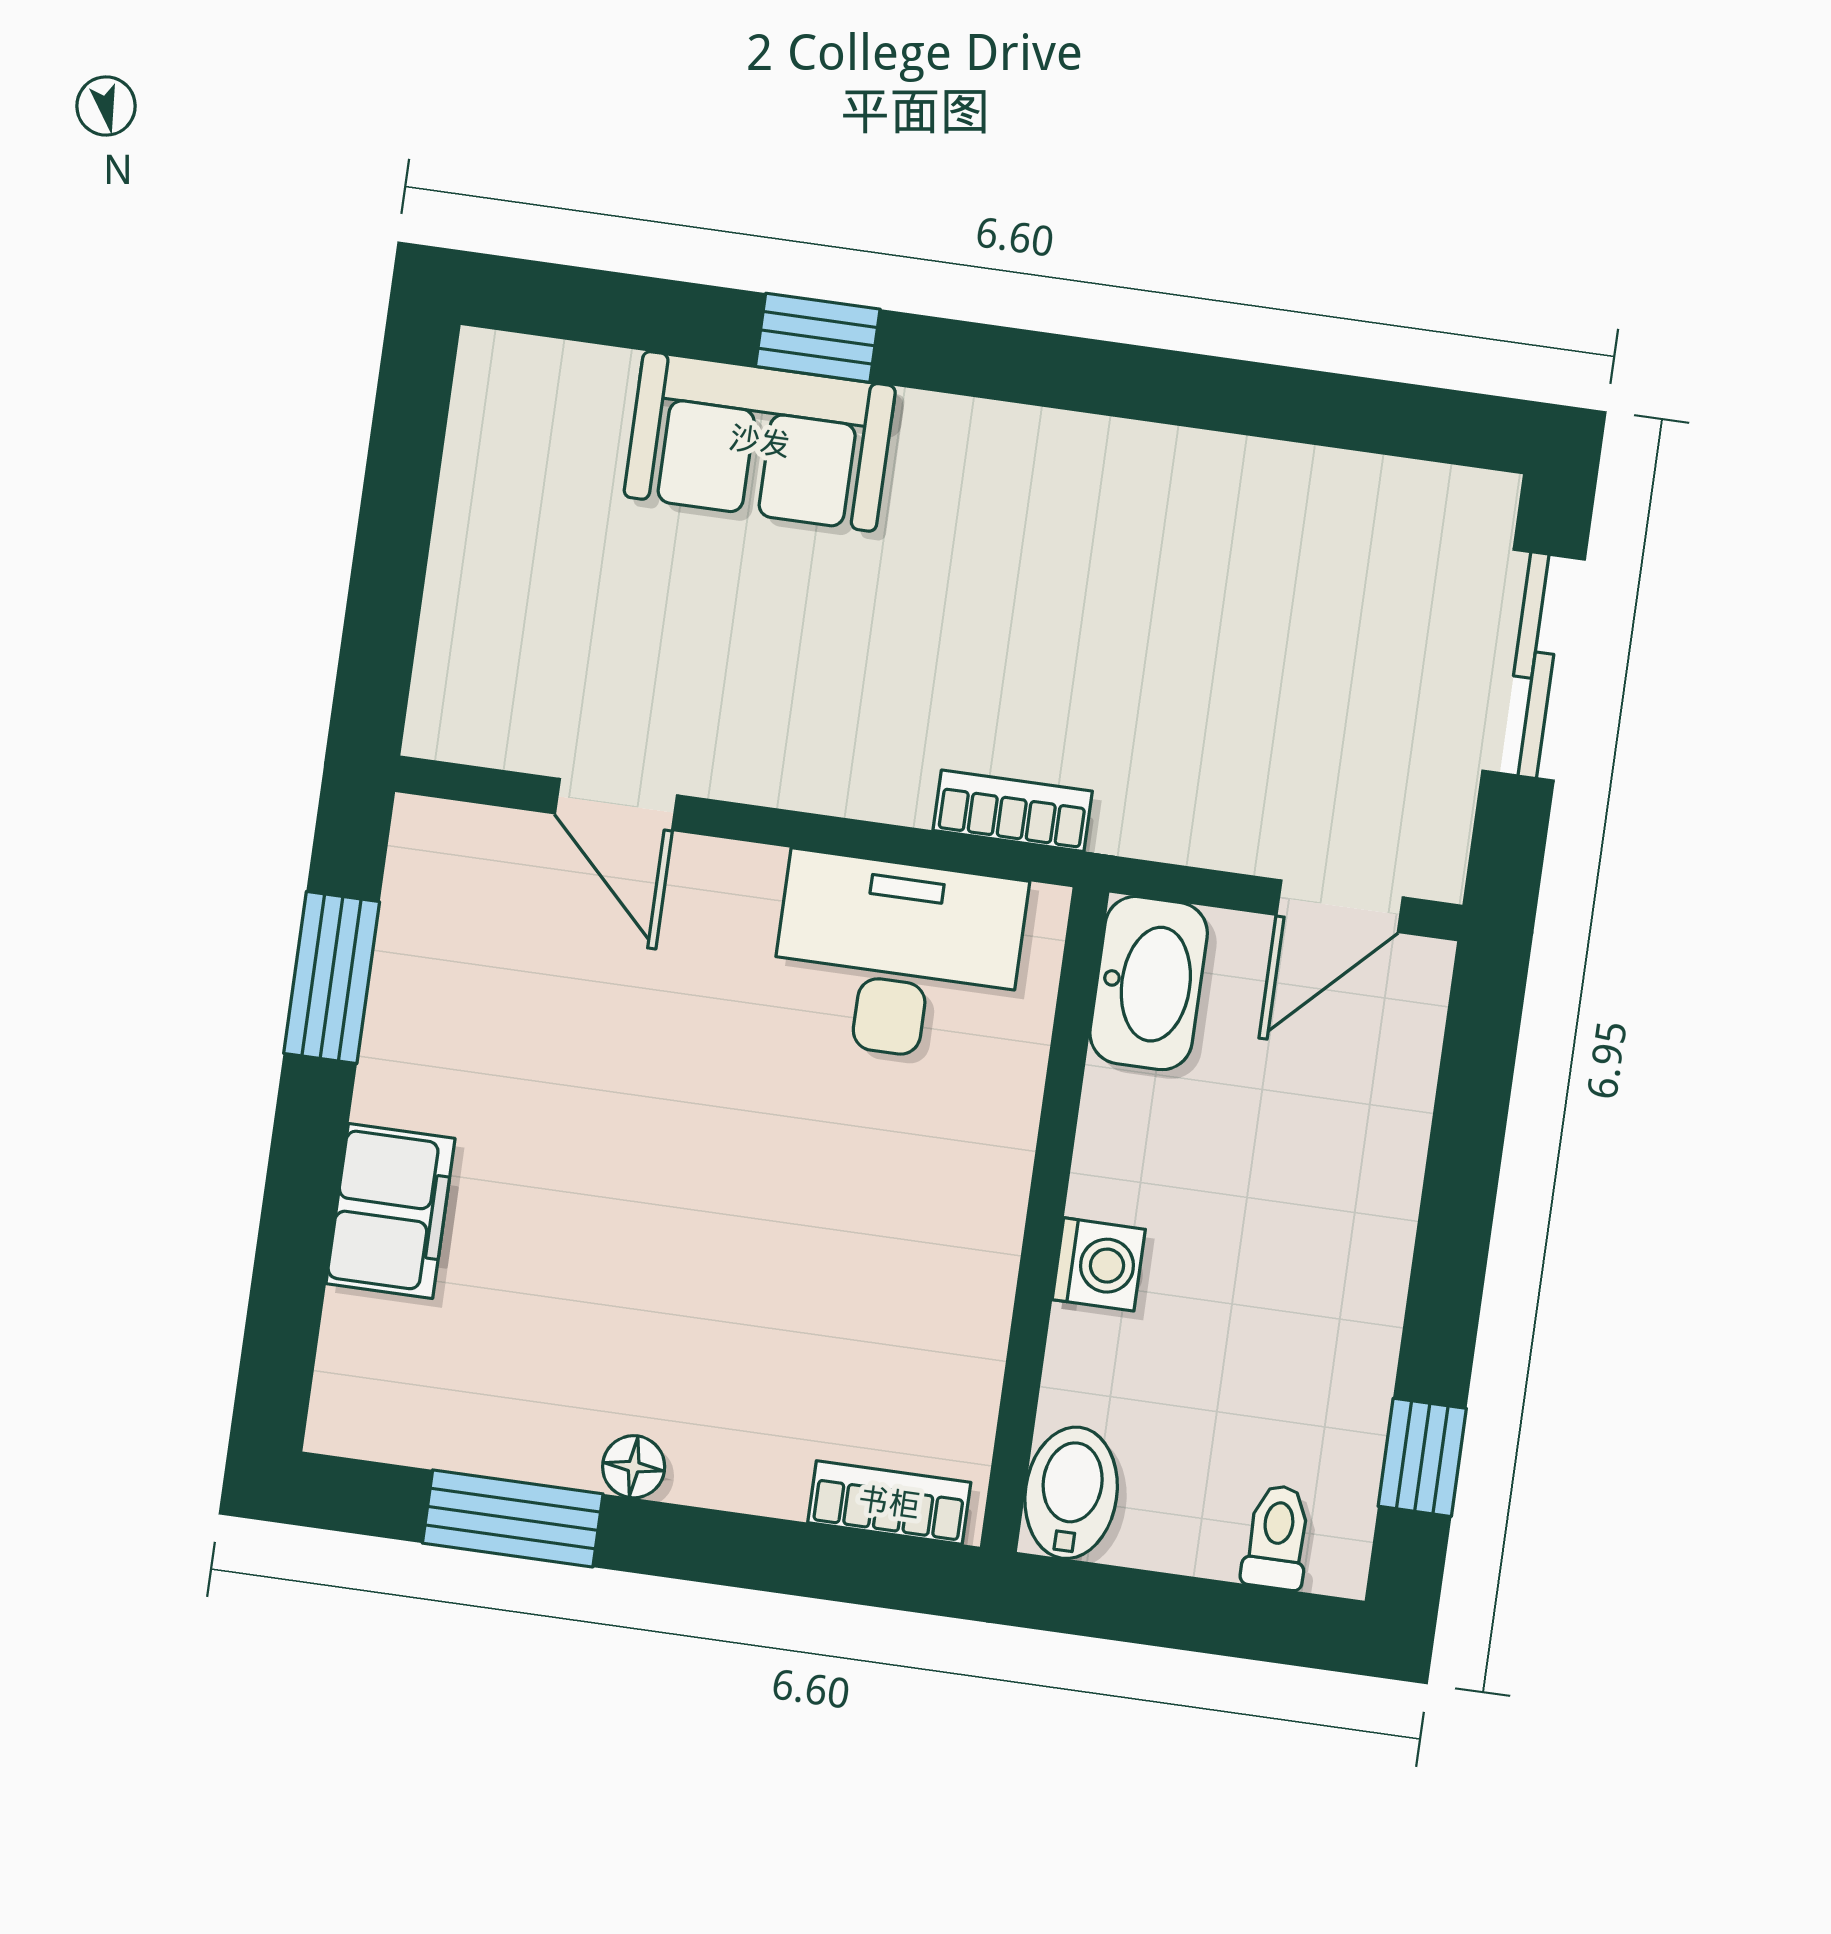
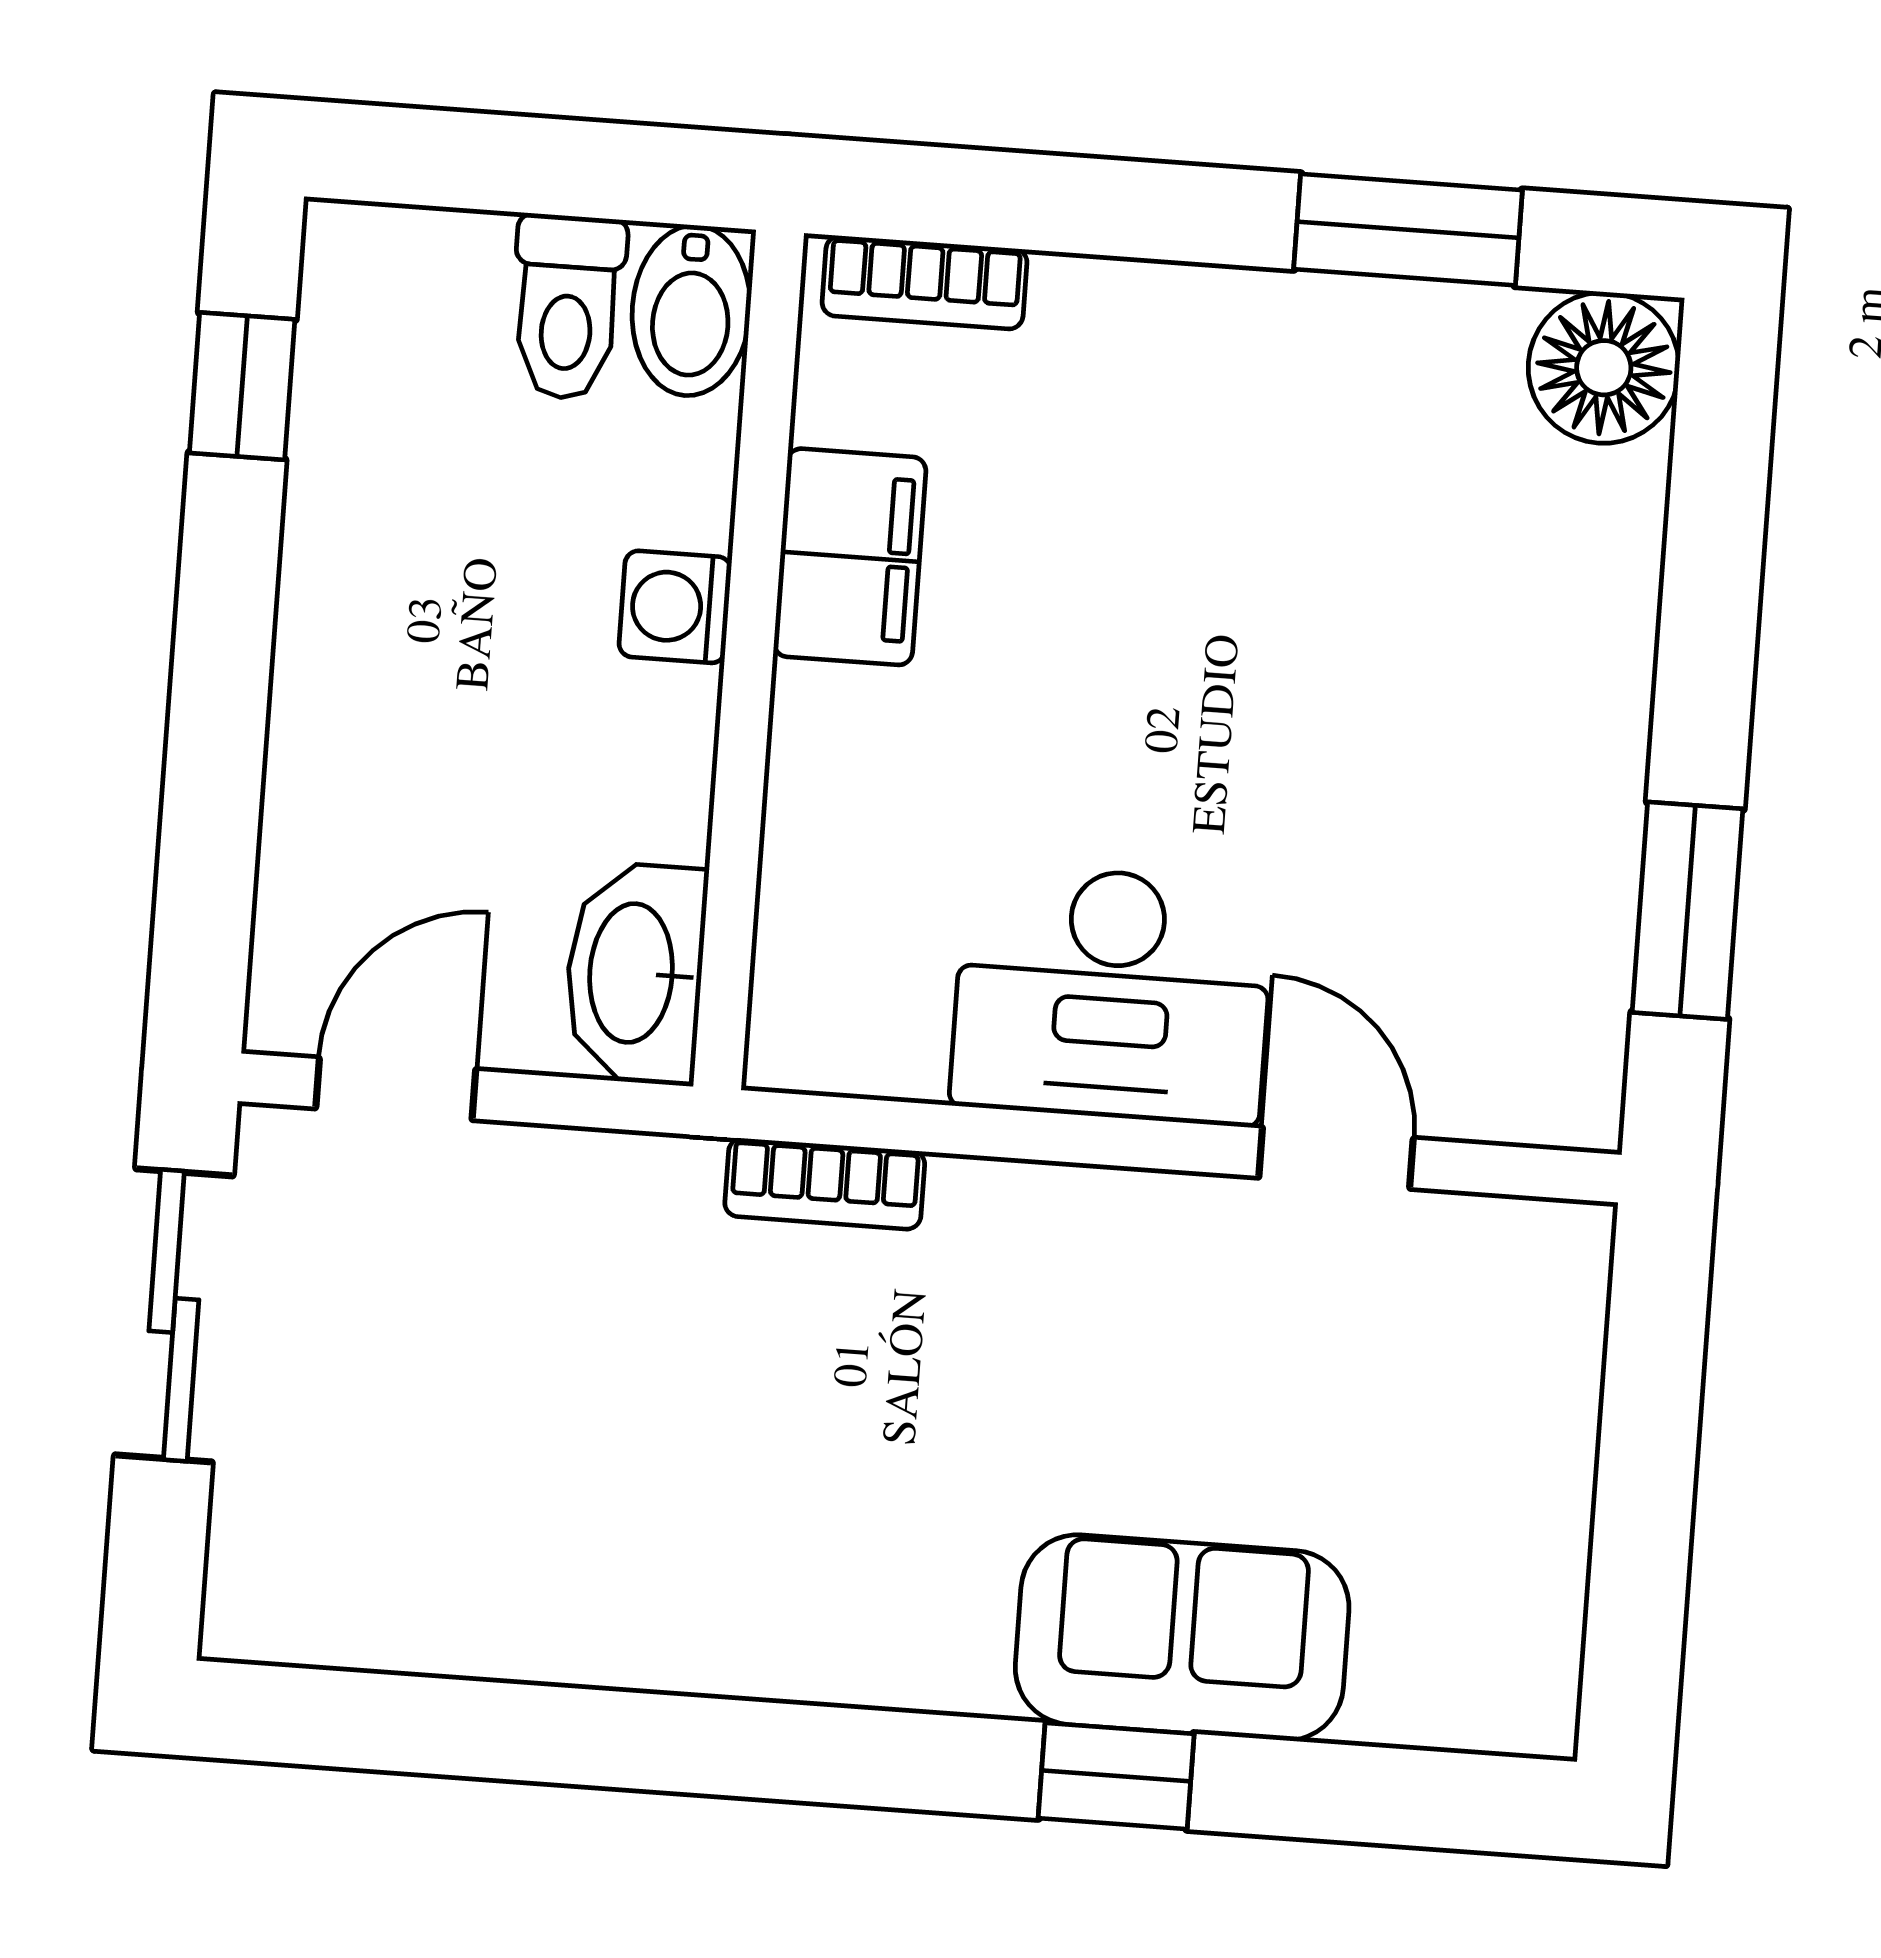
sliding door: (1534, 665) -> (174, 1315), moved
desk: (897, 958) -> (1112, 995), moved
filing cabinet: (390, 1211) -> (850, 557), moved, turned 180
floor lamp: (634, 1467) -> (1604, 368), moved, width x1.89, depth x1.89
toilet: (1277, 1537) -> (567, 307), moved, width x1.37, depth x1.39

